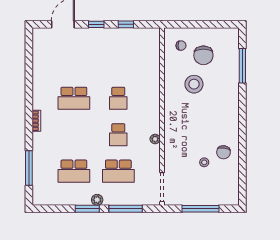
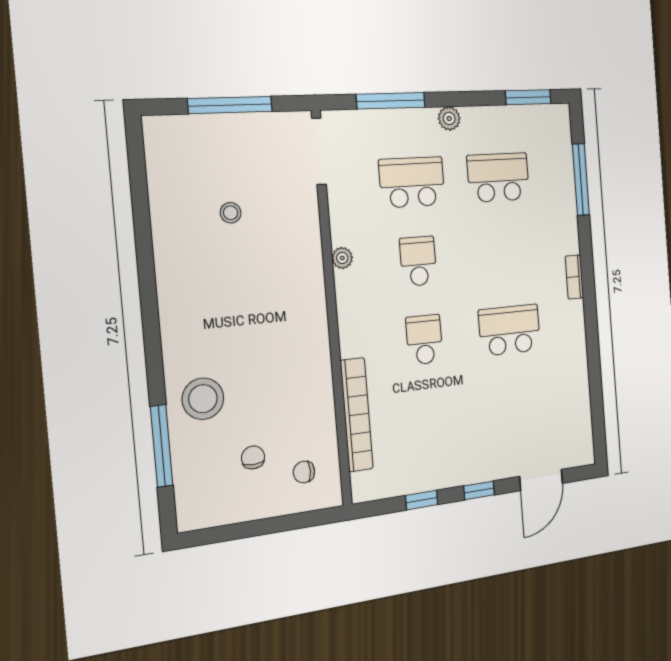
chair: (203, 55) -> (253, 457), width x0.54, depth x0.54
bookcase: (154, 68) -> (357, 415), added
stool: (194, 84) -> (203, 399), moved
chair: (224, 152) -> (188, 239), removed
window: (87, 209) -> (528, 97), moved

